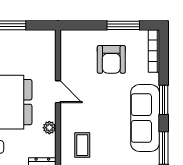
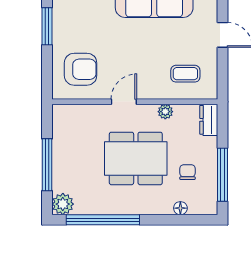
armchair: (111, 59) -> (81, 69), moved

